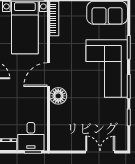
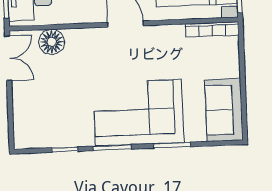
floor lamp: (58, 96) -> (52, 42), moved
double door: (100, 152) -> (8, 58), moved

